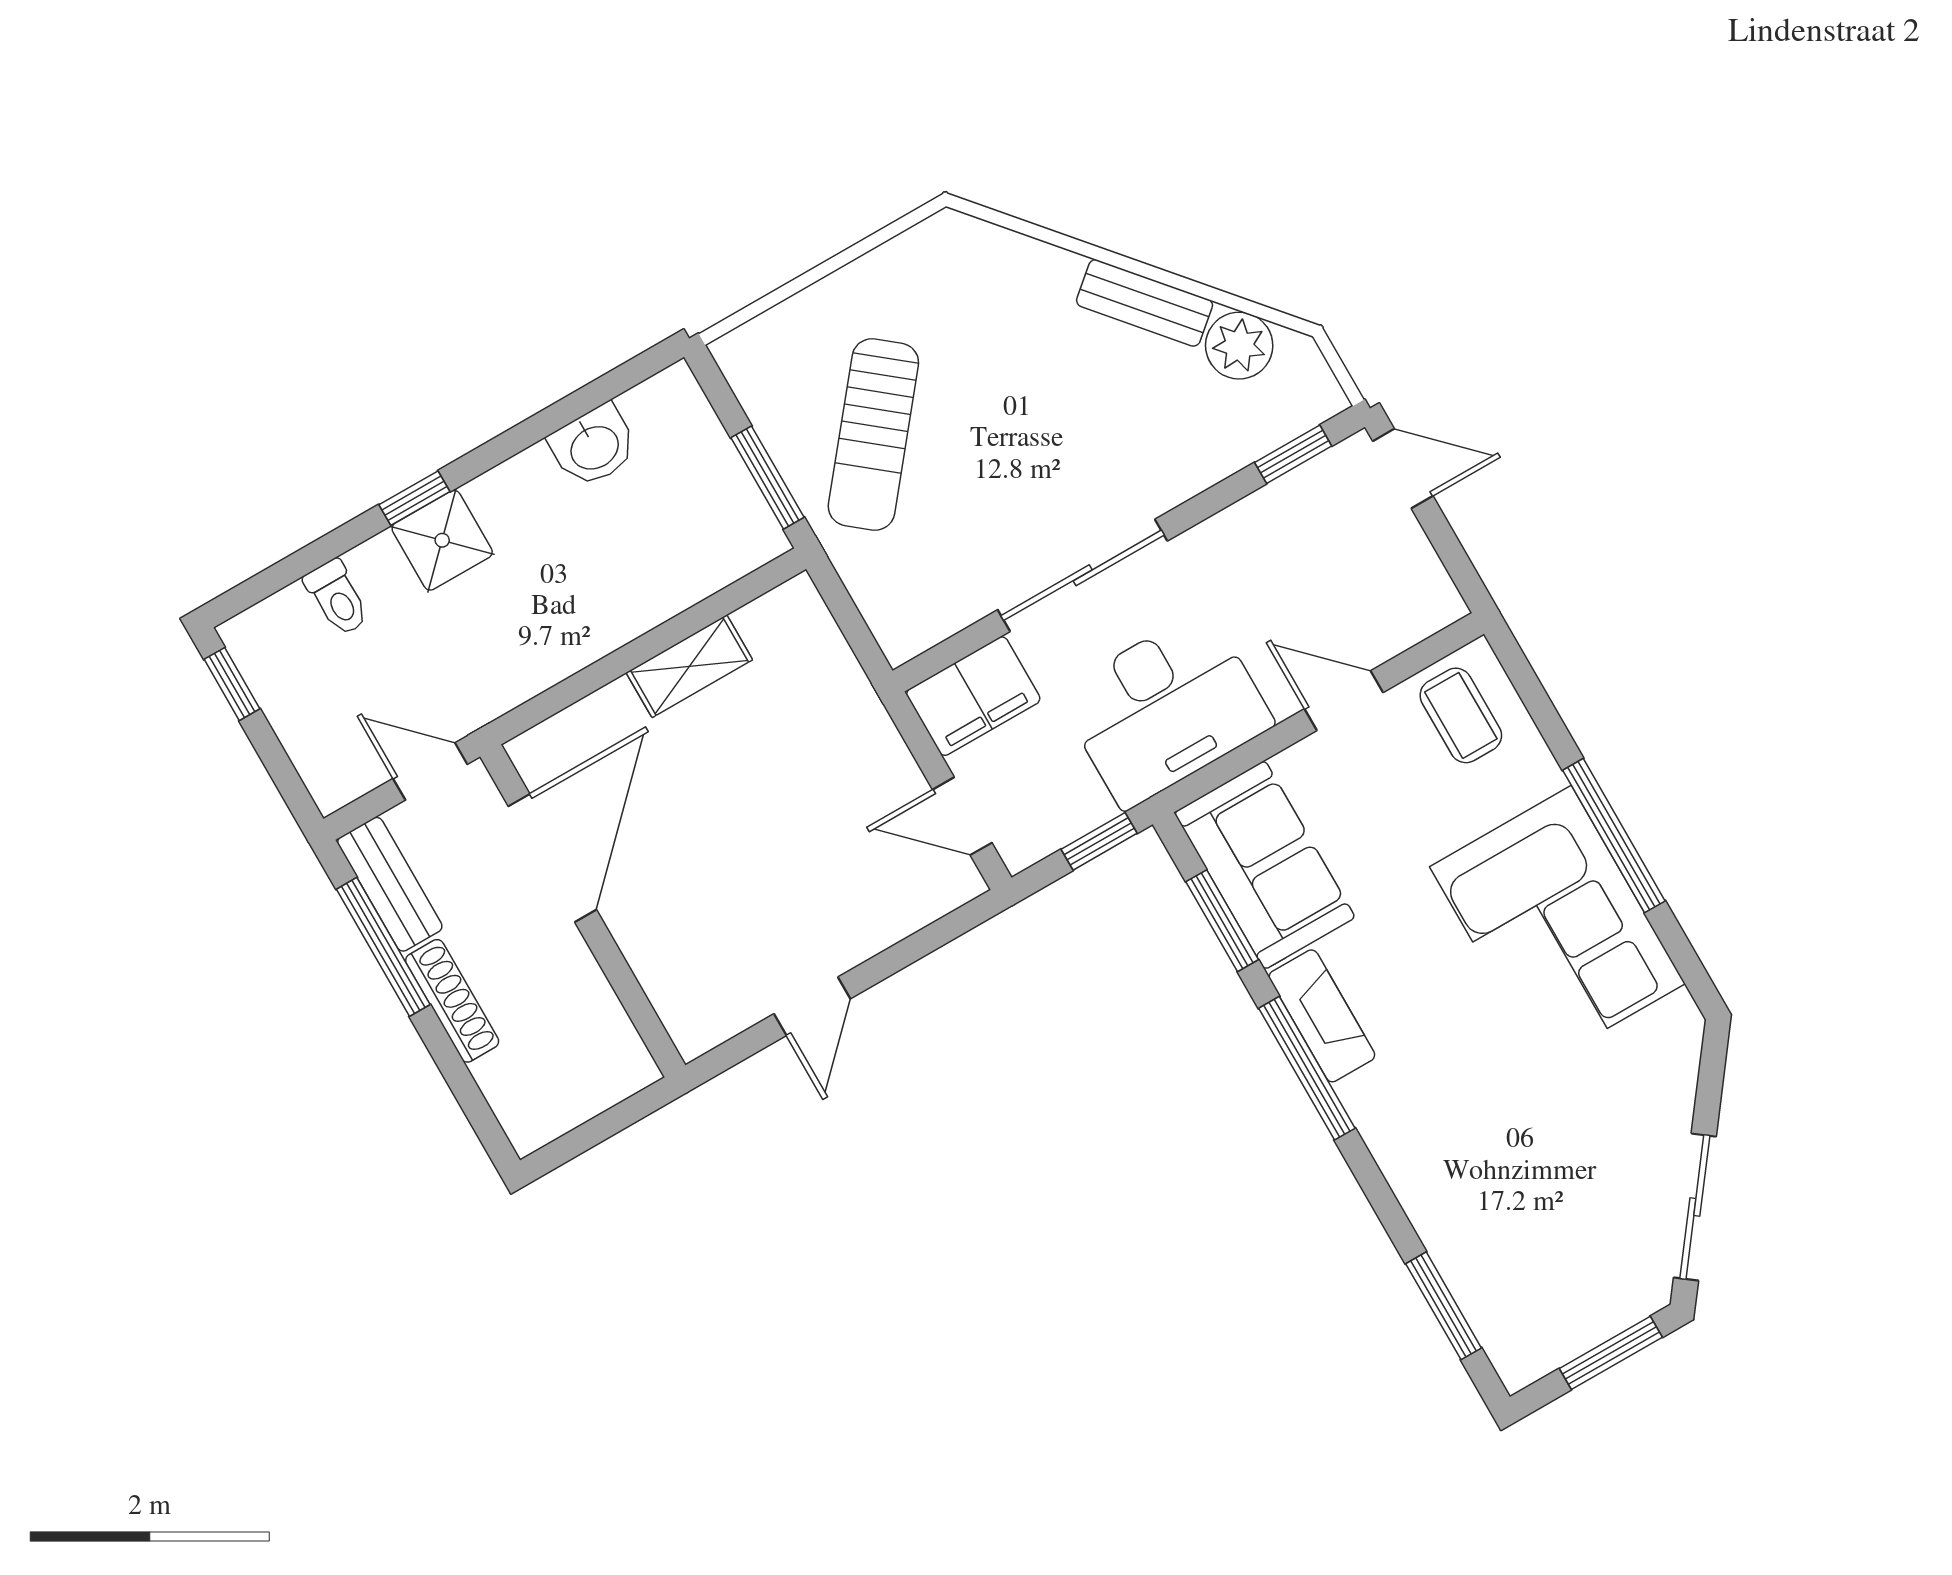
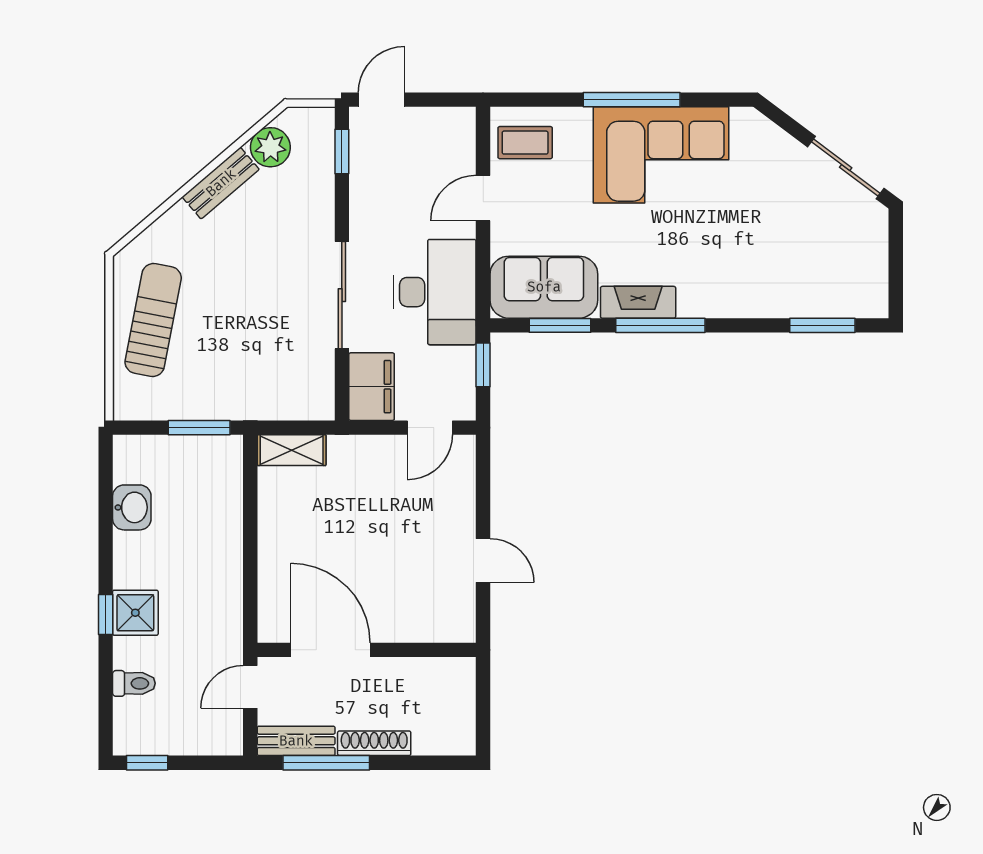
sun lounger: (873, 434) -> (153, 320), moved, turned -118
shelving: (689, 666) -> (292, 450), moved, turned 90
window: (1611, 1353) -> (896, 254), removed

